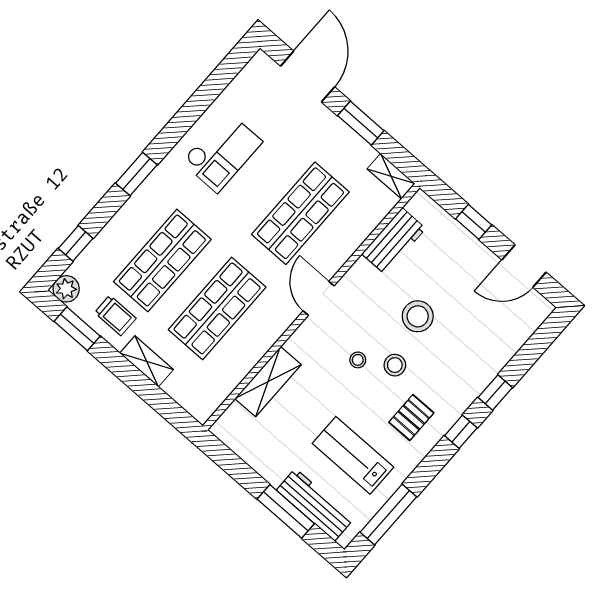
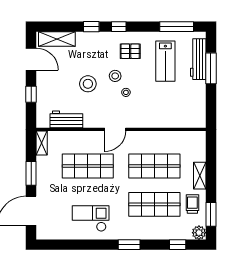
shelving: (268, 382) -> (57, 39), moved

